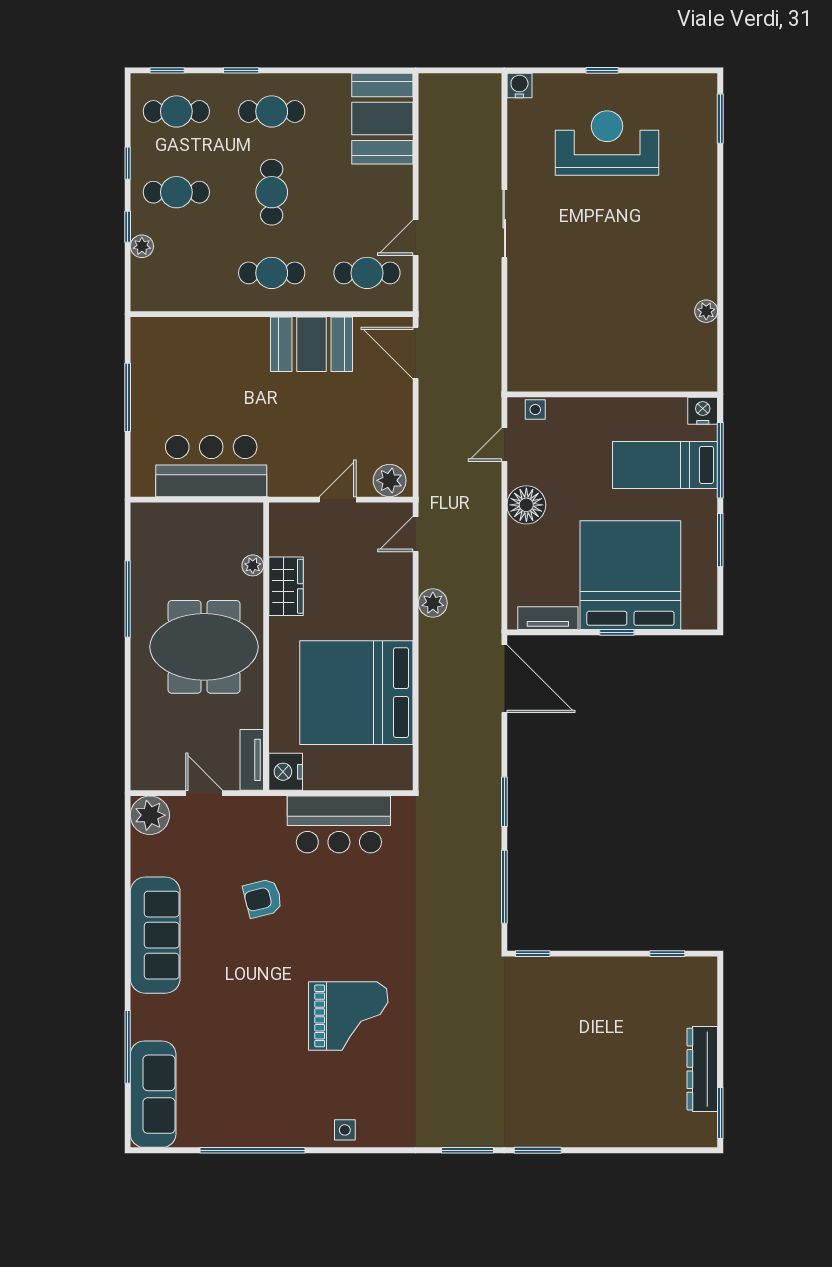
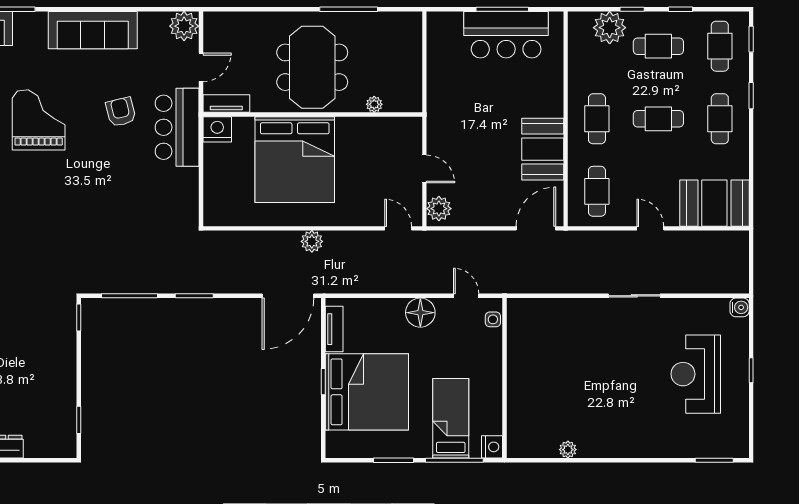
reception desk: (607, 143) -> (696, 374), turned 180
cafe table: (176, 192) -> (658, 46), turned 90
door: (416, 238) -> (650, 228), moved
plant: (142, 246) -> (610, 28), width x1.88, depth x1.88
bar counter: (211, 466) -> (506, 35), moved, turned 90
wardrobe: (286, 586) -> (358, 130), removed
plant: (433, 603) -> (312, 241), moved
bed: (356, 693) -> (295, 160), moved, turned 180
bar counter: (339, 824) -> (177, 127), moved
grand piano: (348, 1016) -> (39, 120), moved, turned 180

